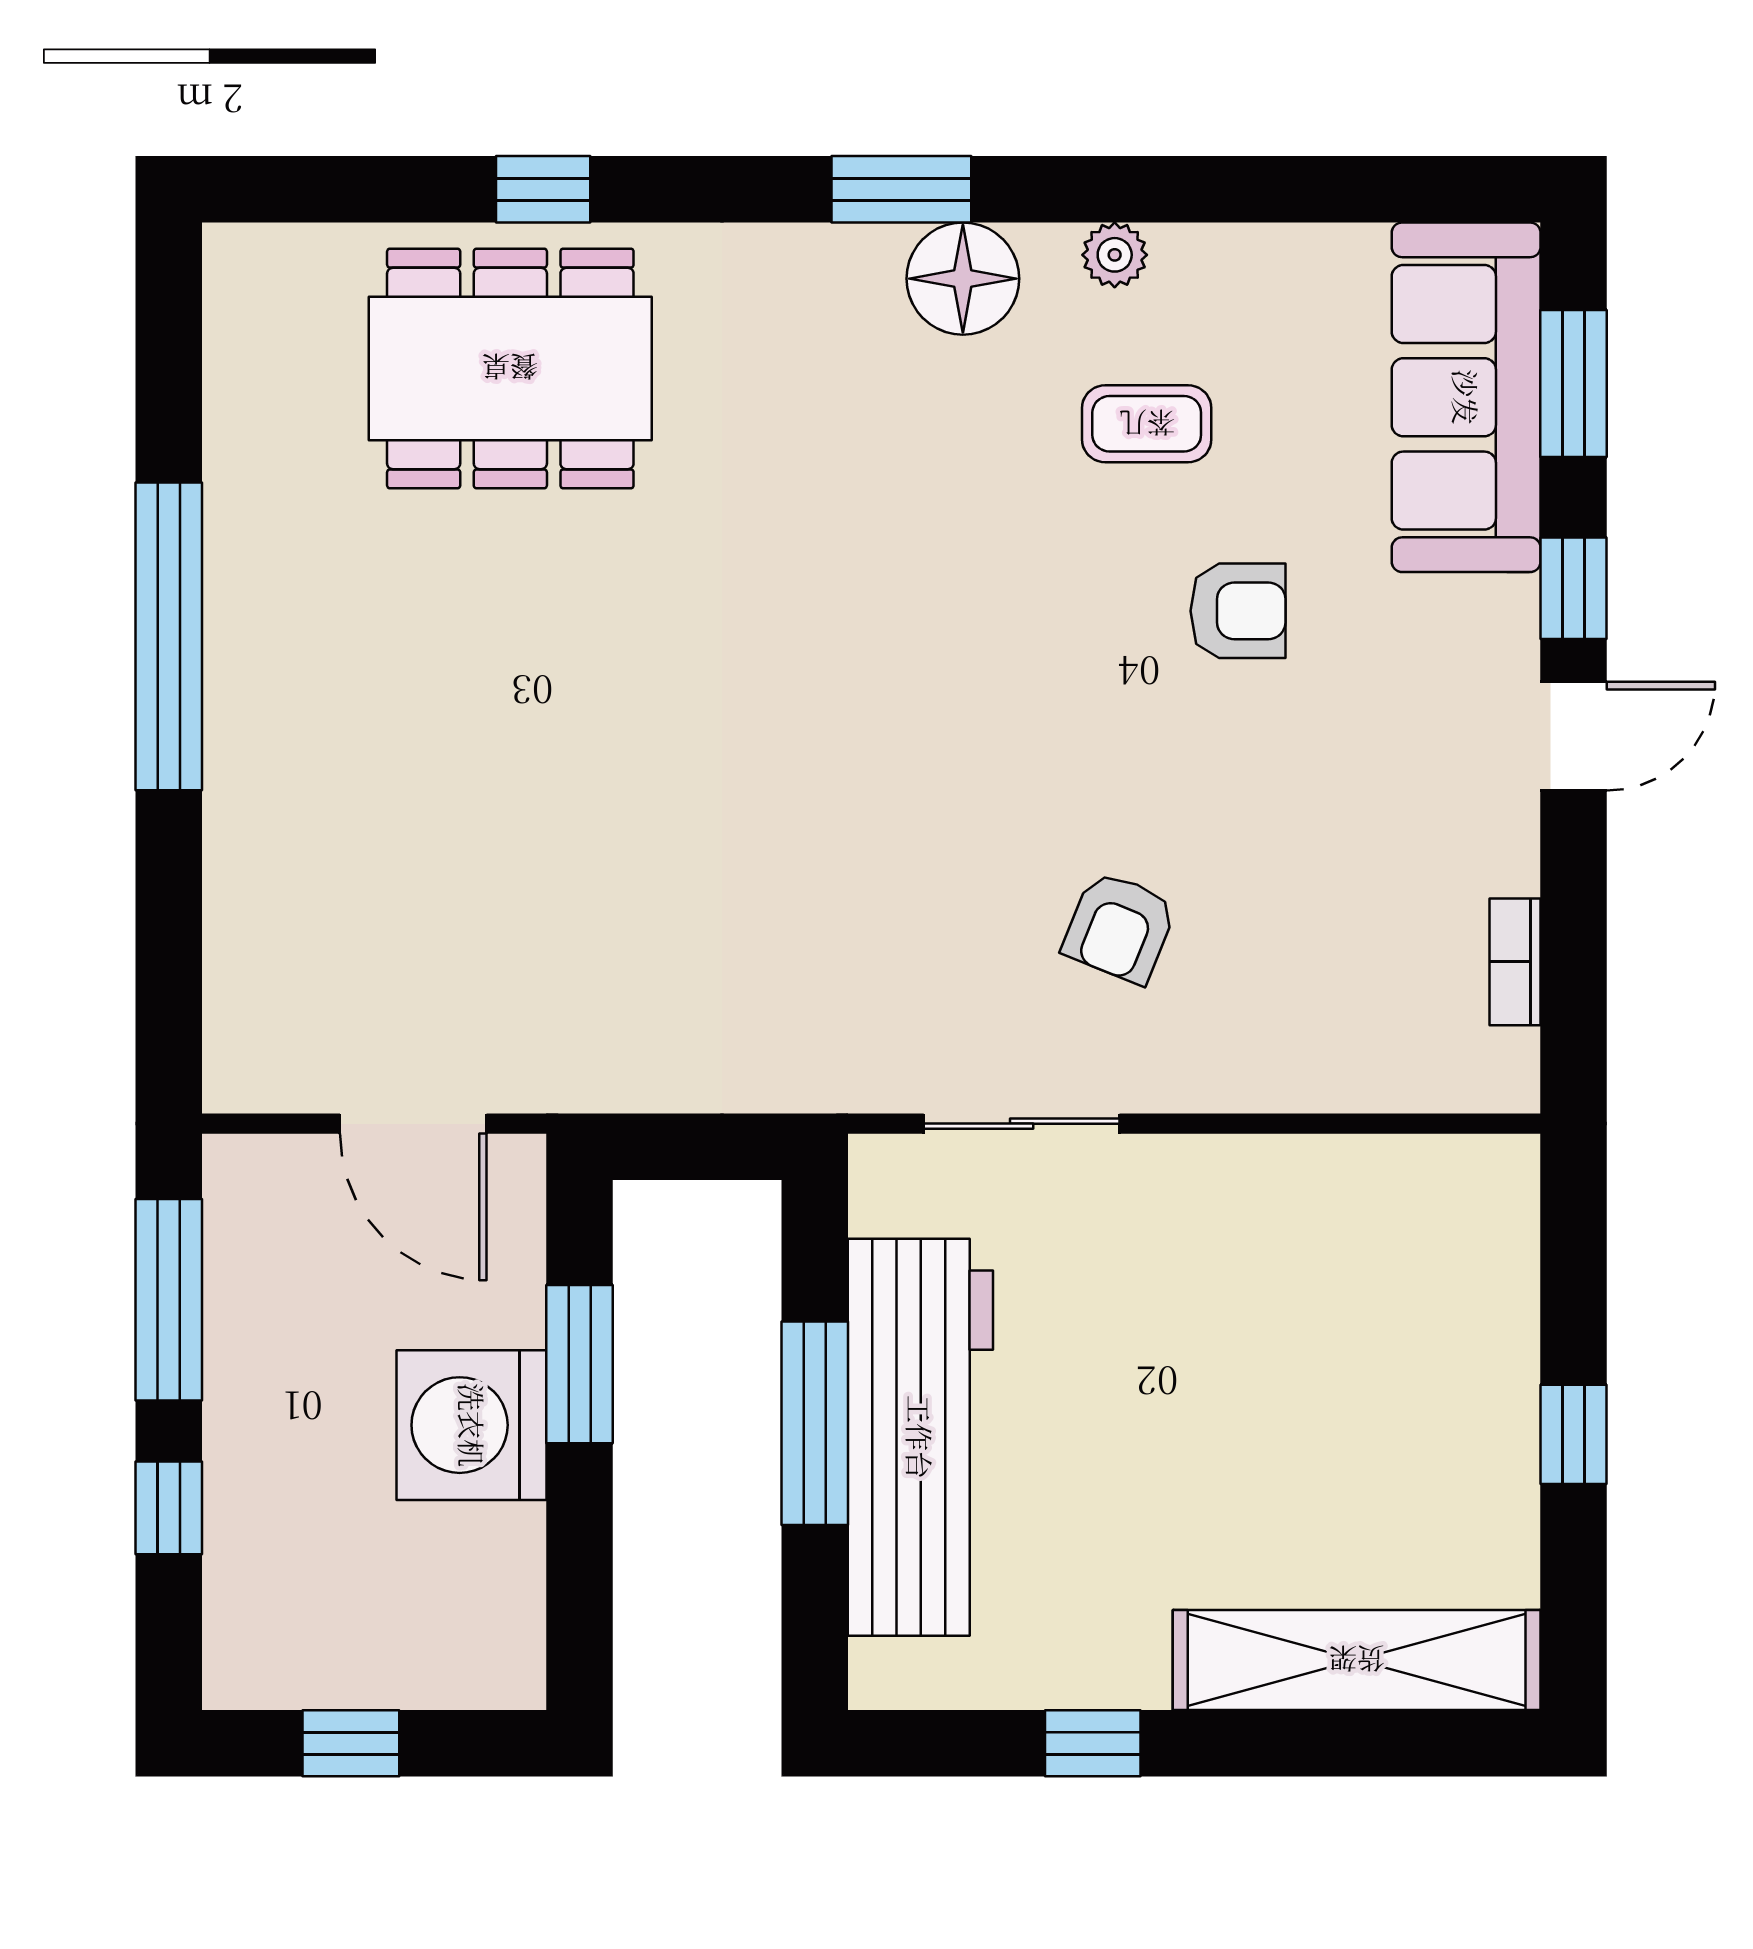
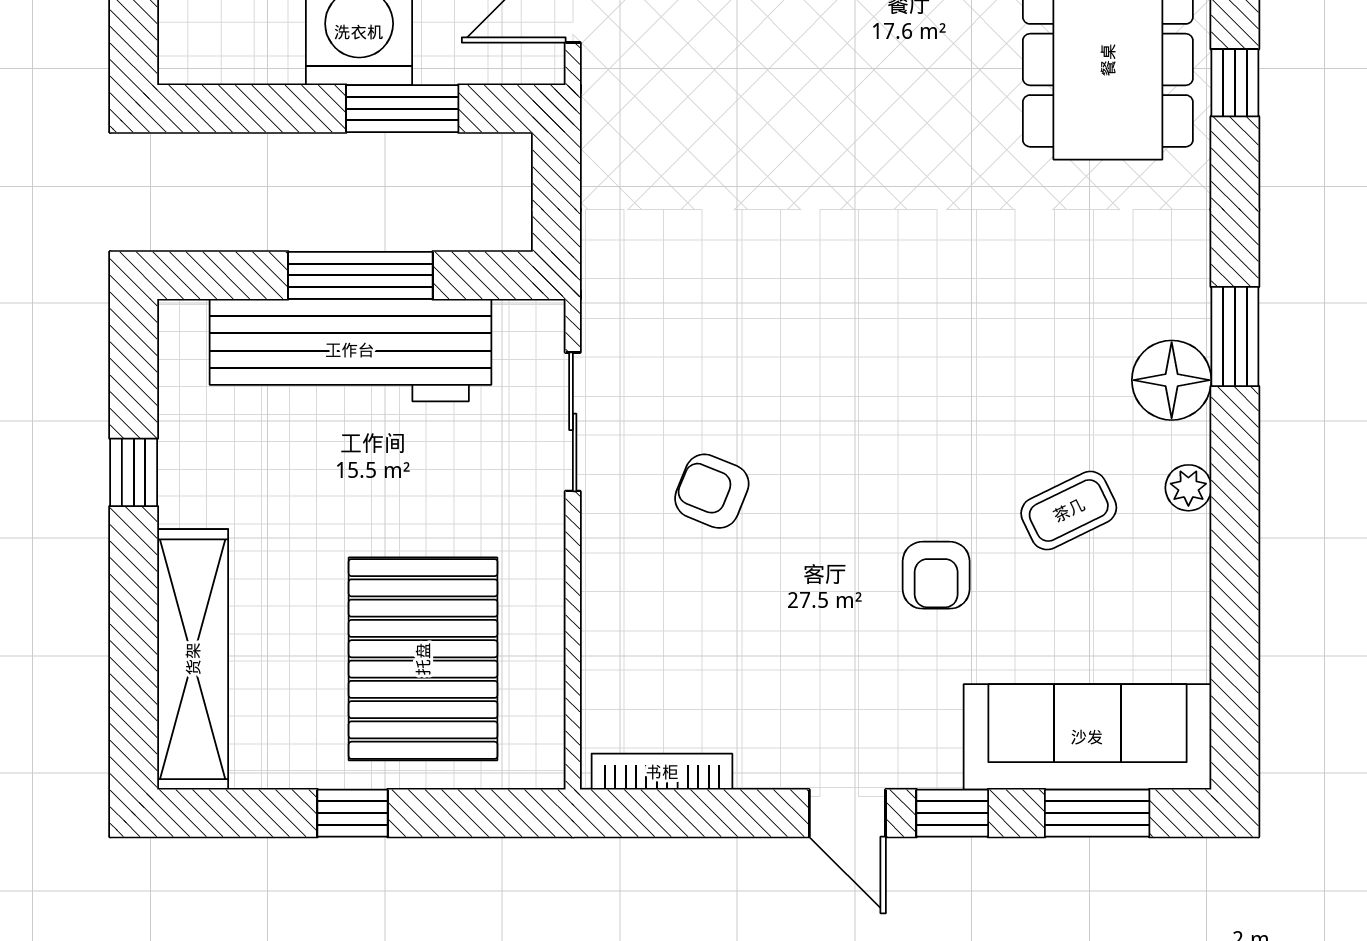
coffee table: (1147, 424) -> (1069, 510), turned 64
bookcase: (1515, 962) -> (662, 772), width x1.56
pallet: (1356, 1335) -> (423, 659), added

